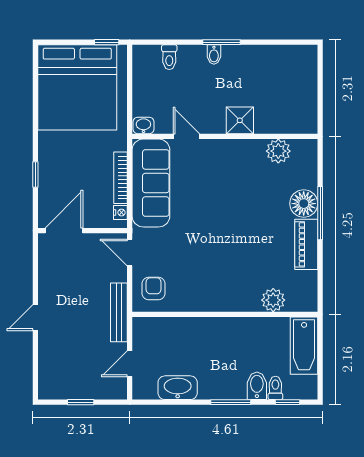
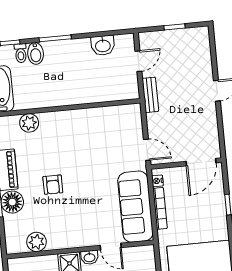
washbasin: (143, 125) -> (89, 257), moved
armchair: (154, 289) -> (53, 185), moved
bench: (119, 312) -> (150, 95), width x0.73
washbasin: (178, 388) -> (103, 45), width x0.72

